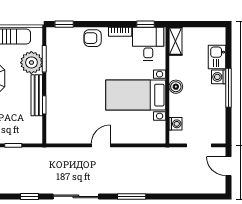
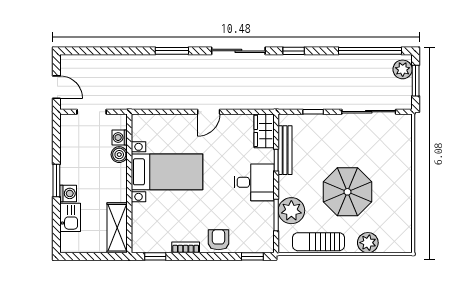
armchair: (93, 38) -> (218, 240), turned -90
shelving: (175, 41) -> (117, 228), width x1.50, depth x1.33
desk: (148, 44) -> (254, 182), moved, turned -90
boiler: (176, 87) -> (119, 155), moved
window: (229, 88) -> (56, 181), width x0.69
bench: (37, 95) -> (285, 150), moved
wardrobe: (54, 129) -> (264, 131), added

